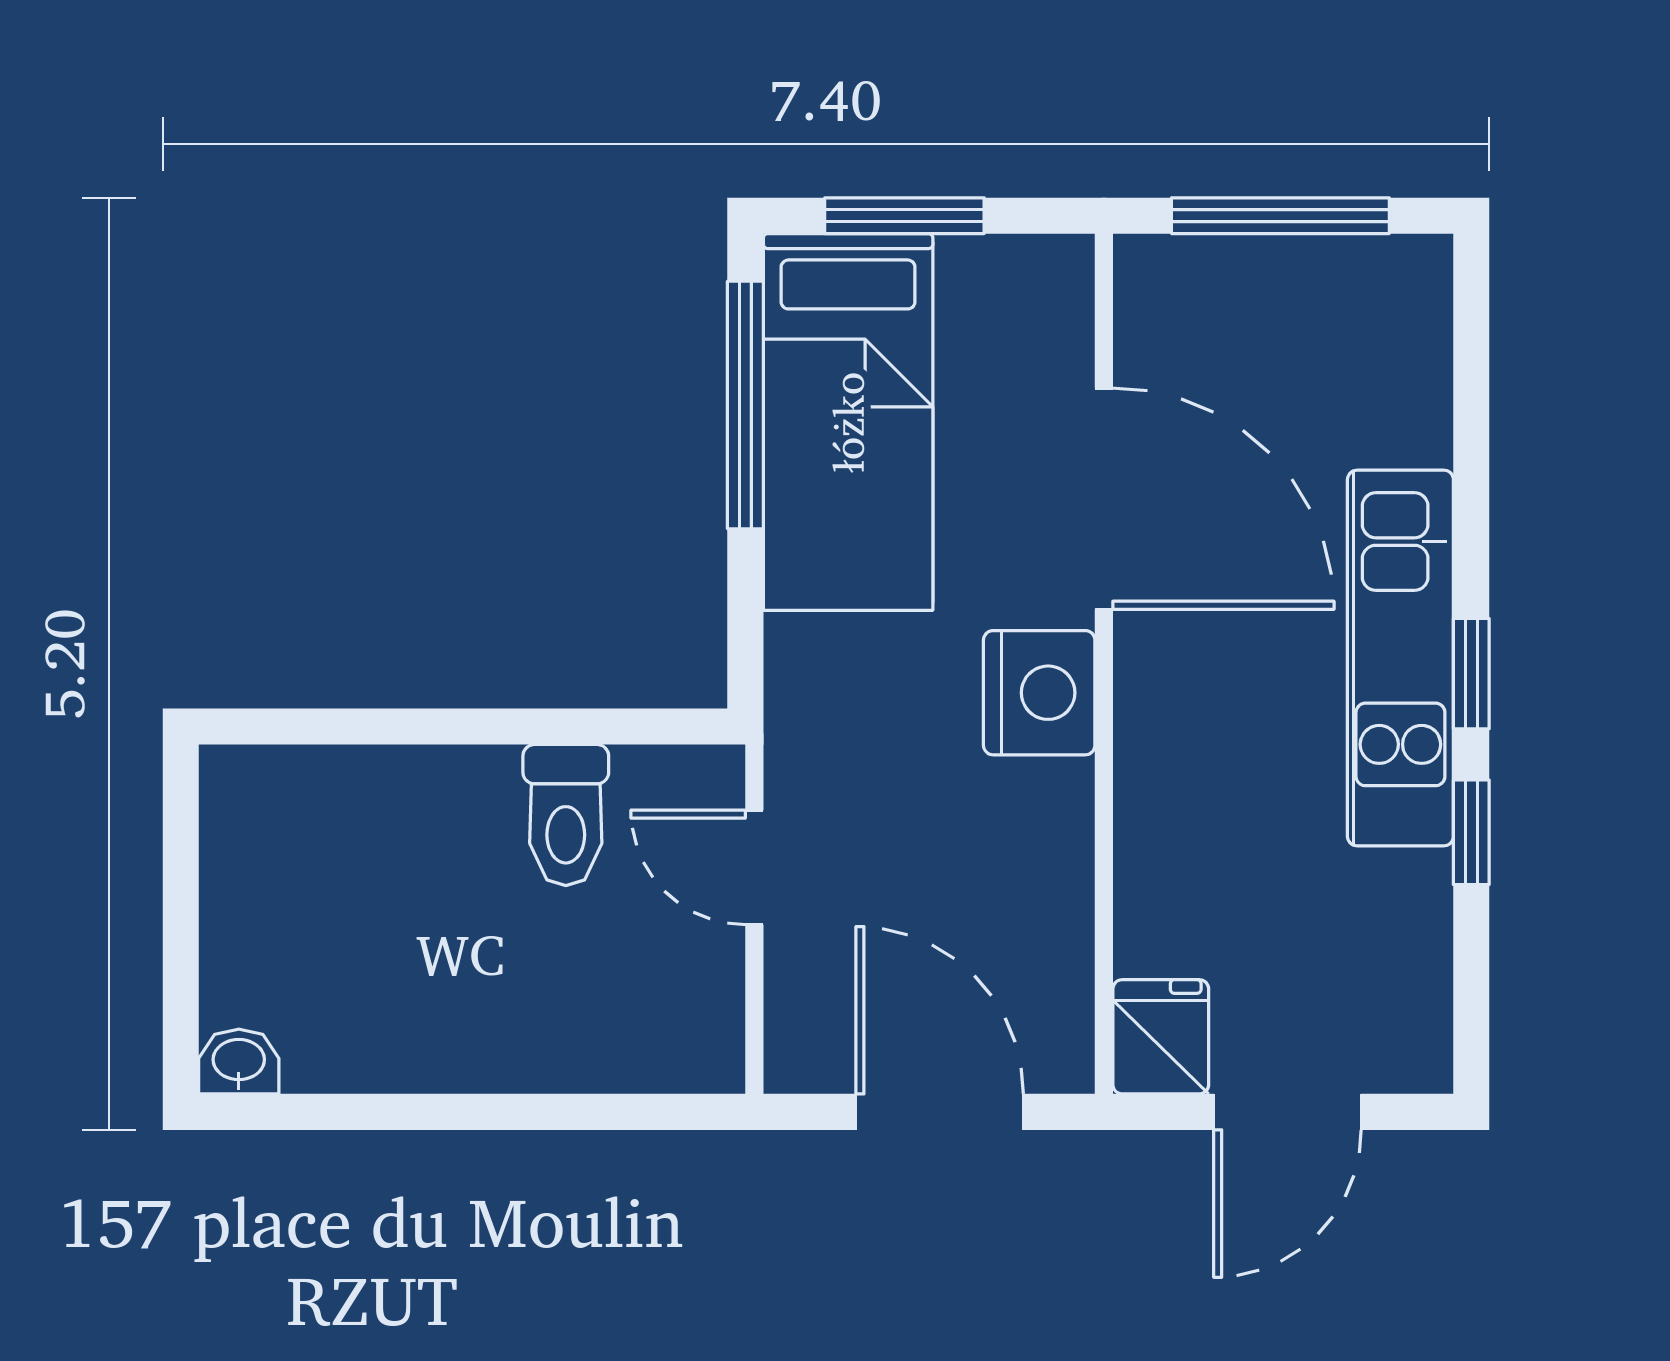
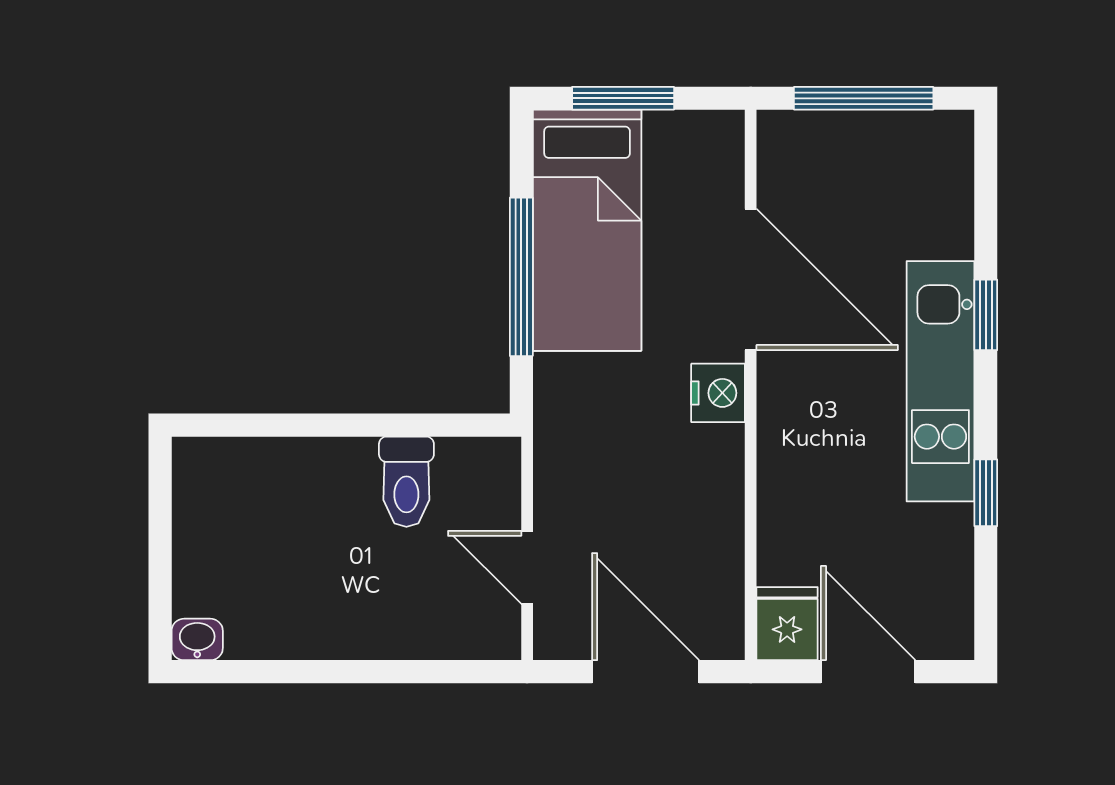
window: (745, 405) -> (521, 277), moved
window: (1471, 674) -> (986, 315), moved
nightstand: (1039, 693) -> (718, 393), width x0.74, depth x0.75
door: (754, 867) -> (527, 567), moved
door: (1287, 1112) -> (868, 672), swing flipped

